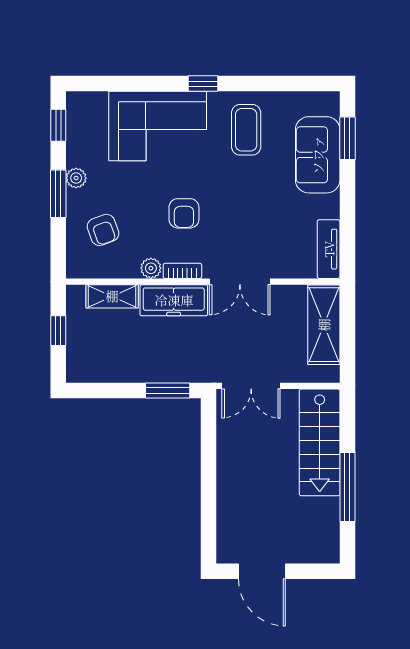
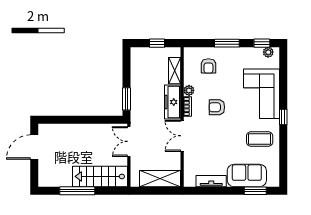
plant: (76, 178) -> (268, 52), moved
armchair: (103, 230) -> (208, 66), turned -70
tv unit: (329, 249) -> (211, 181), moved

